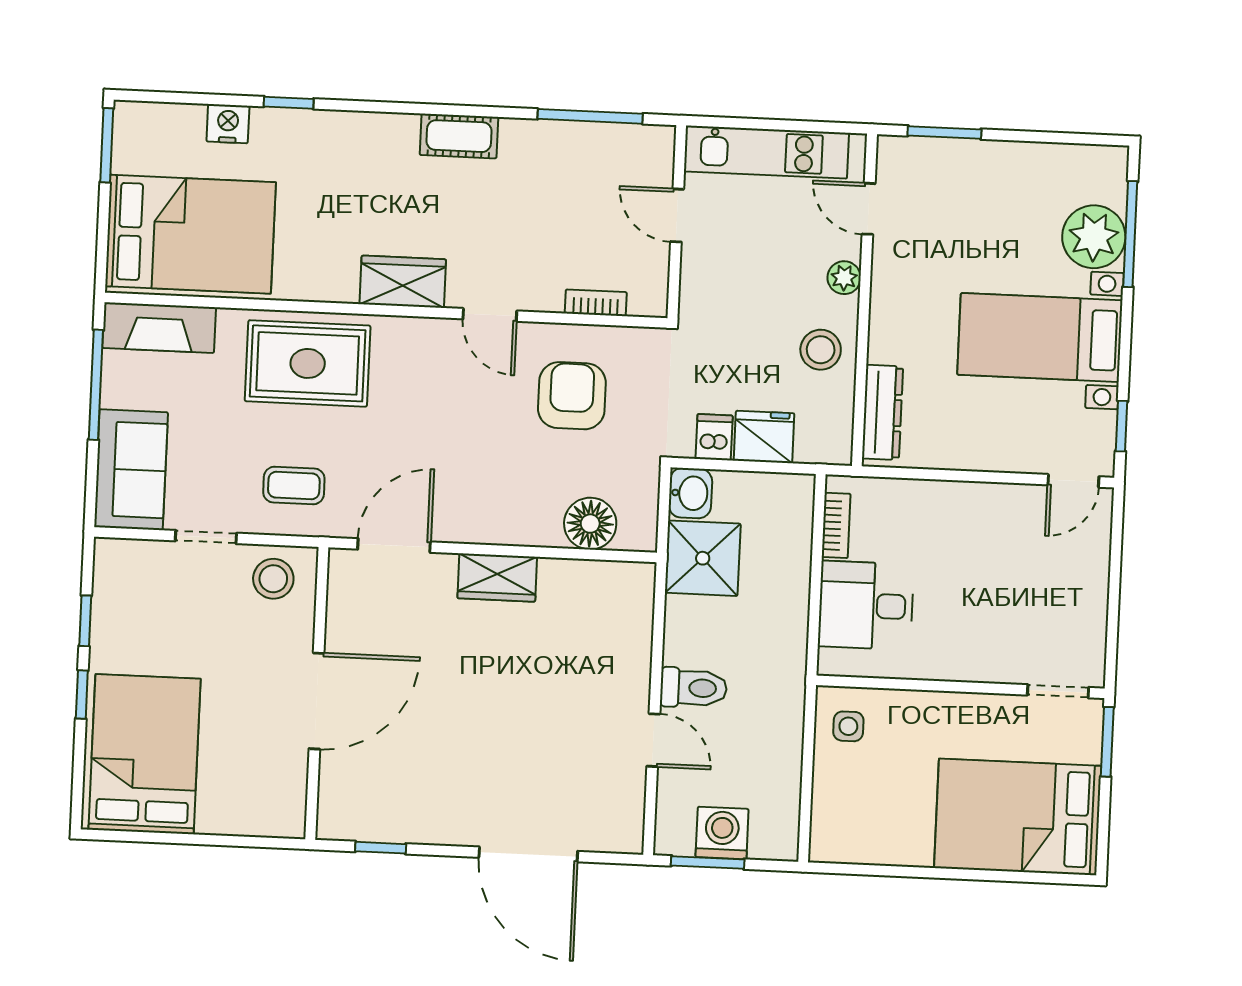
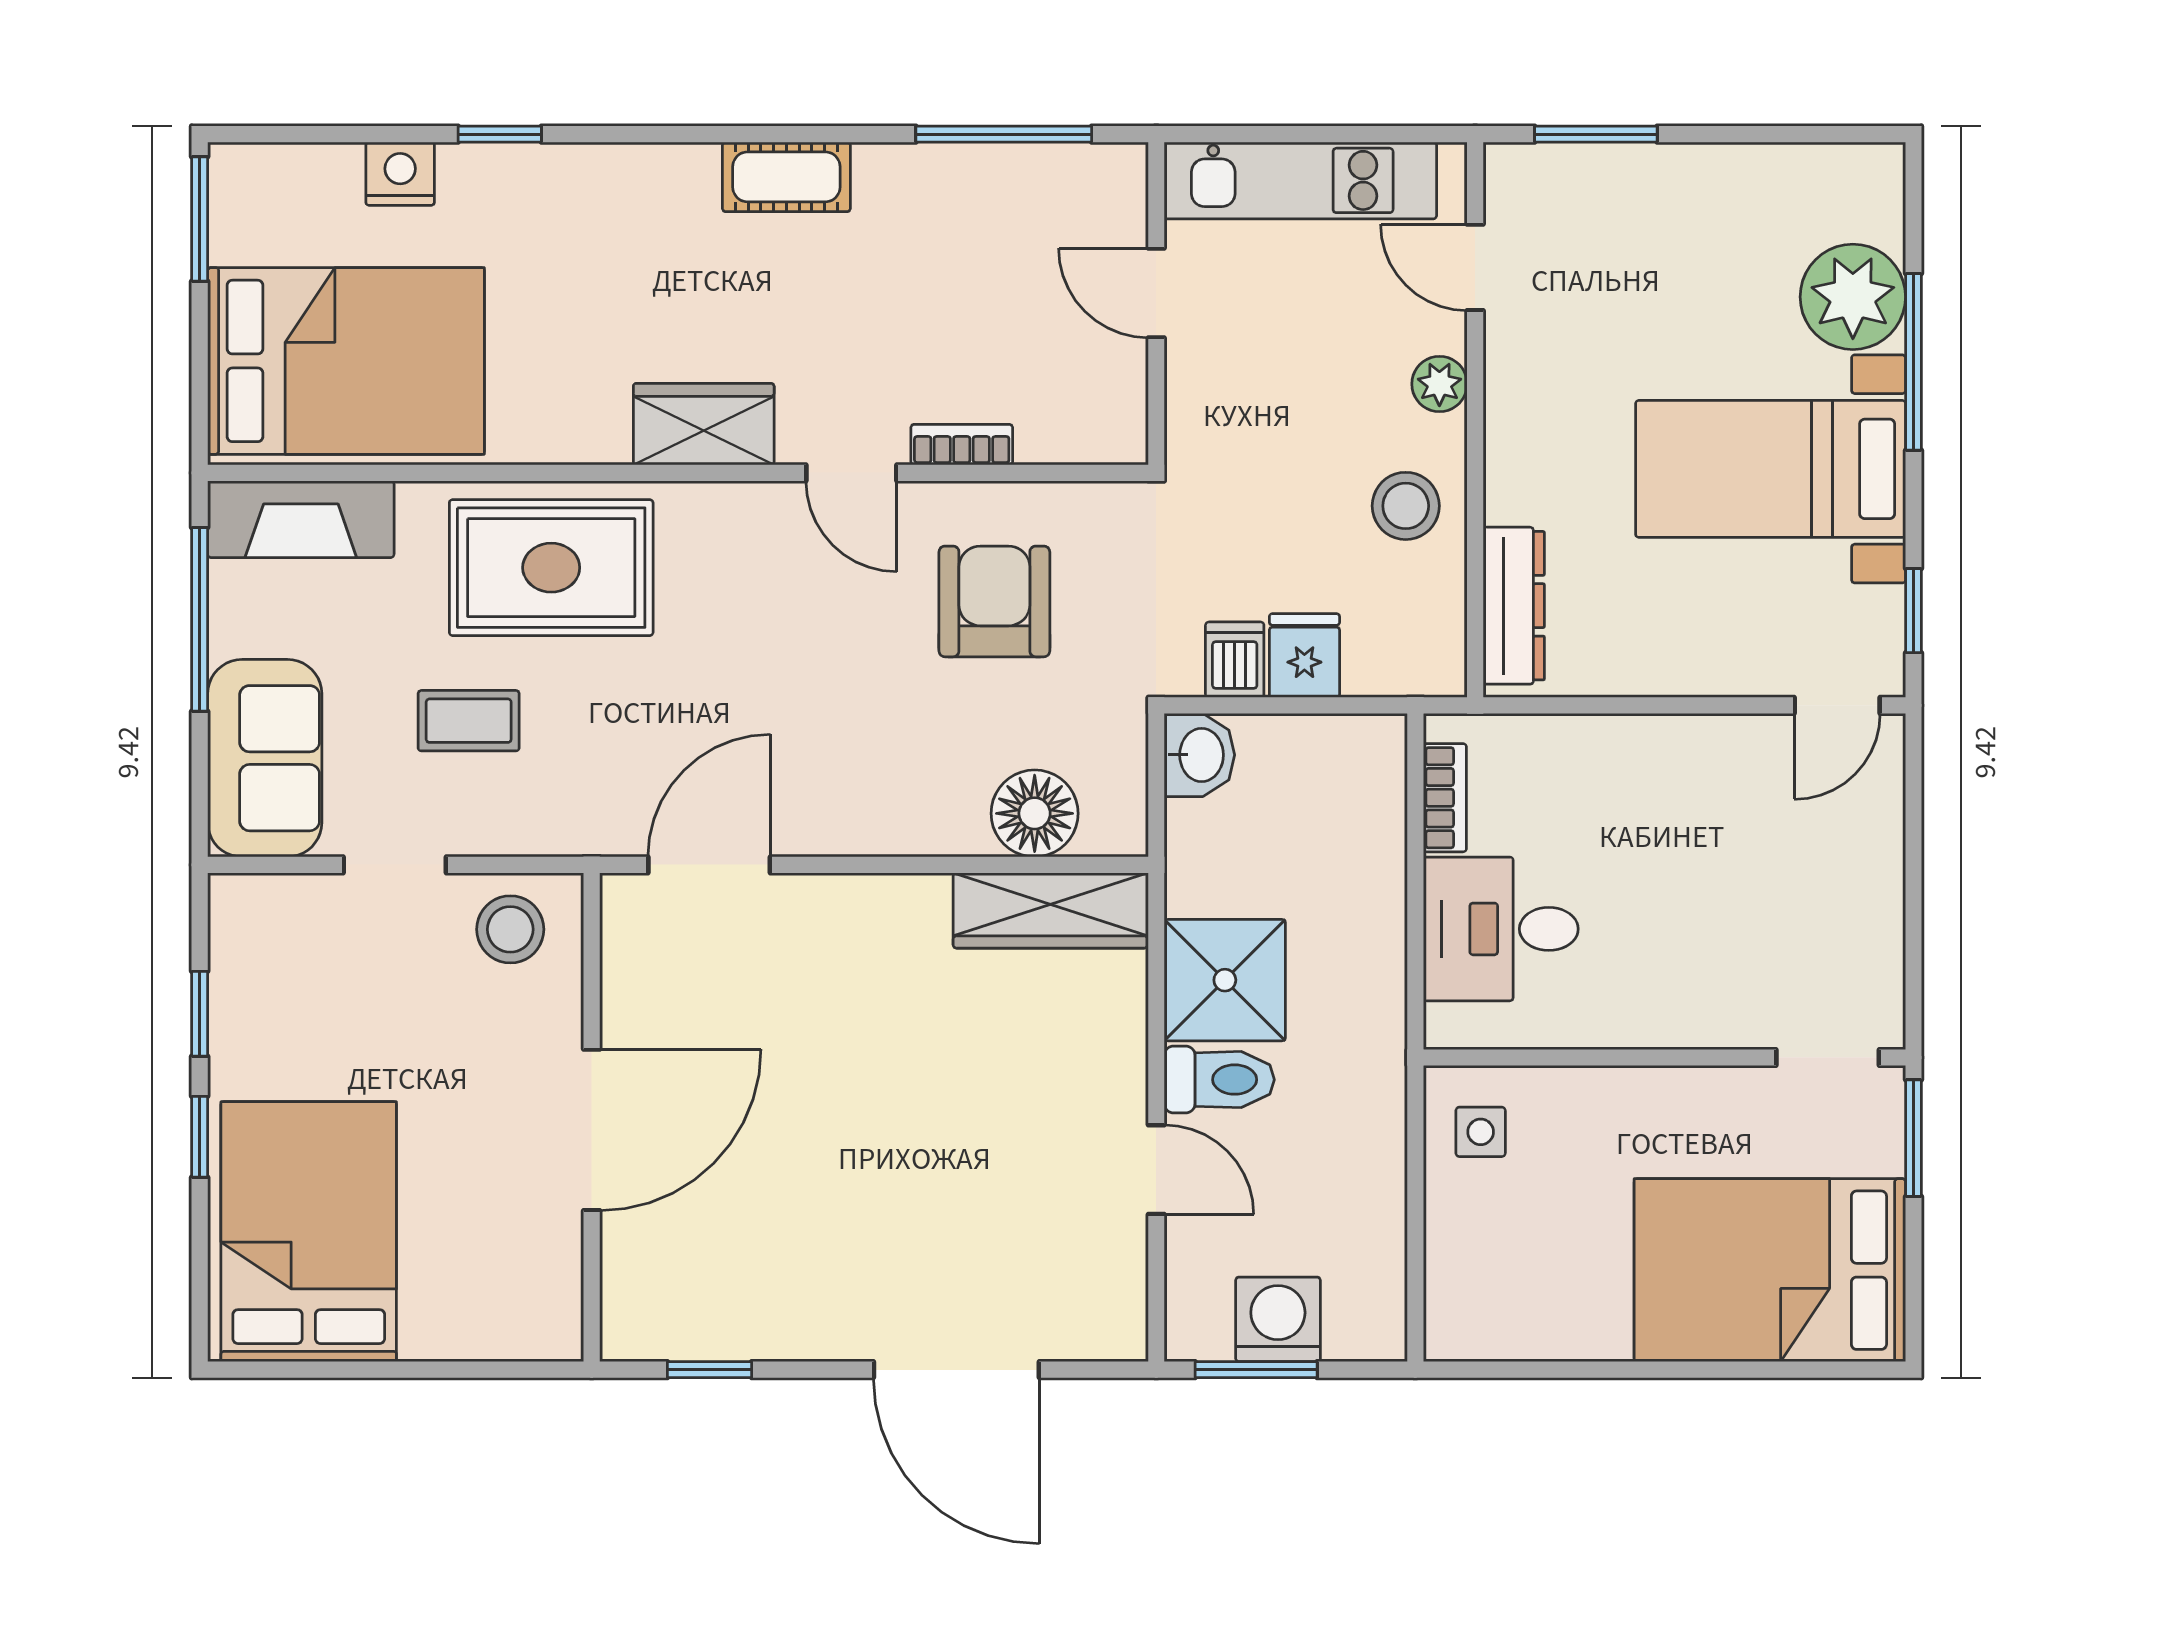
window: (1130, 234) -> (1913, 362), moved
bookcase: (596, 303) -> (962, 445), moved
fridge: (764, 437) -> (1304, 656), width x0.72
coffee table: (294, 485) -> (469, 721), moved
shower: (703, 558) -> (1225, 980), moved
wardrobe: (497, 578) -> (1050, 910), moved, width x1.50

